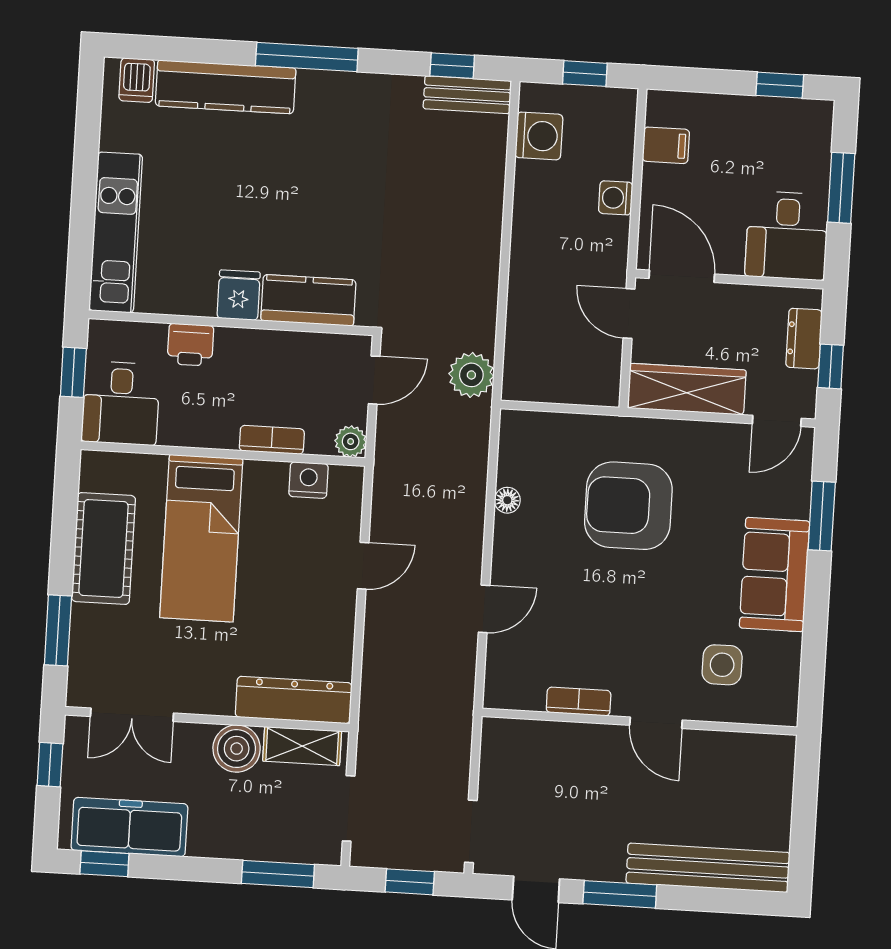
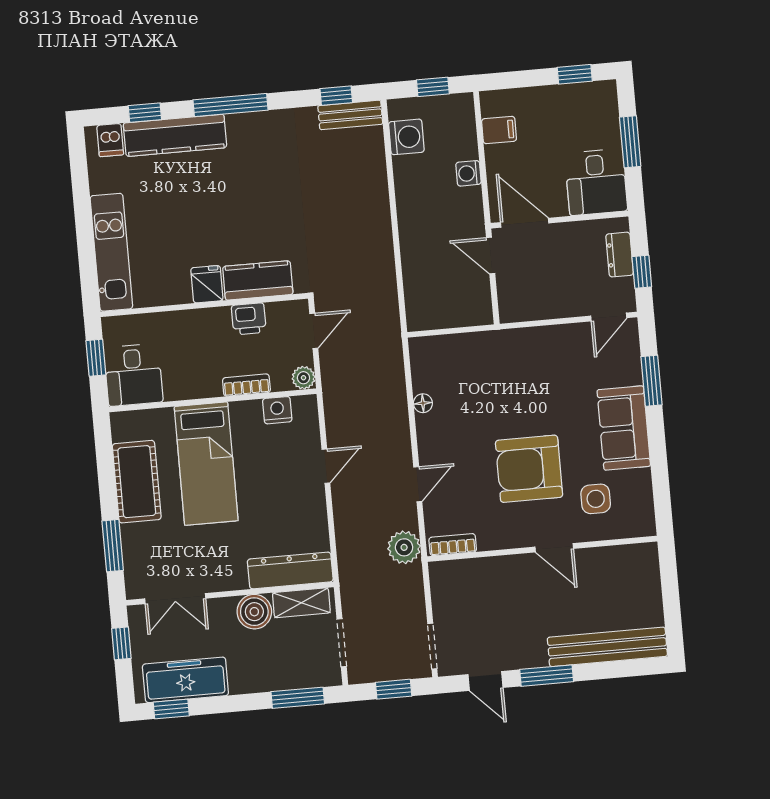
window: (189, 50) -> (145, 113), added
printer: (190, 345) -> (249, 319), moved
plant: (471, 375) -> (404, 547), moved
wardrobe: (687, 389) -> (540, 304), removed
armchair: (628, 506) -> (529, 469), moved
bookcase: (579, 701) -> (453, 545), moved

